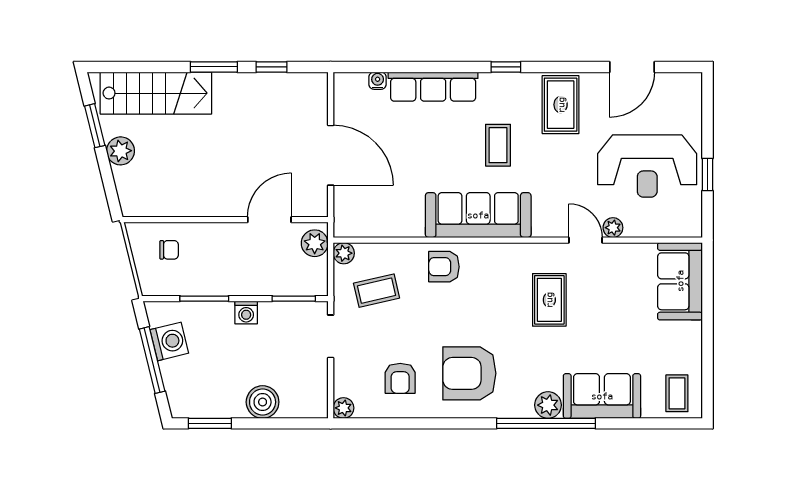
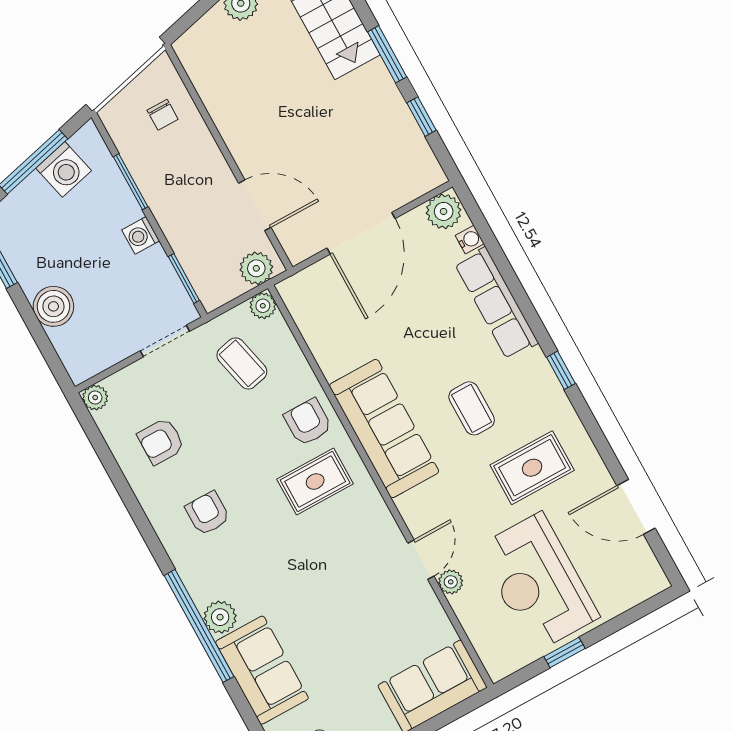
plant: (347, 88) -> (444, 211), added
rug: (561, 105) -> (532, 468), moved
coffee table: (498, 145) -> (472, 408), turned 90
rug: (549, 300) -> (315, 481), moved
armchair: (469, 373) -> (208, 513), width x0.53, depth x0.53

